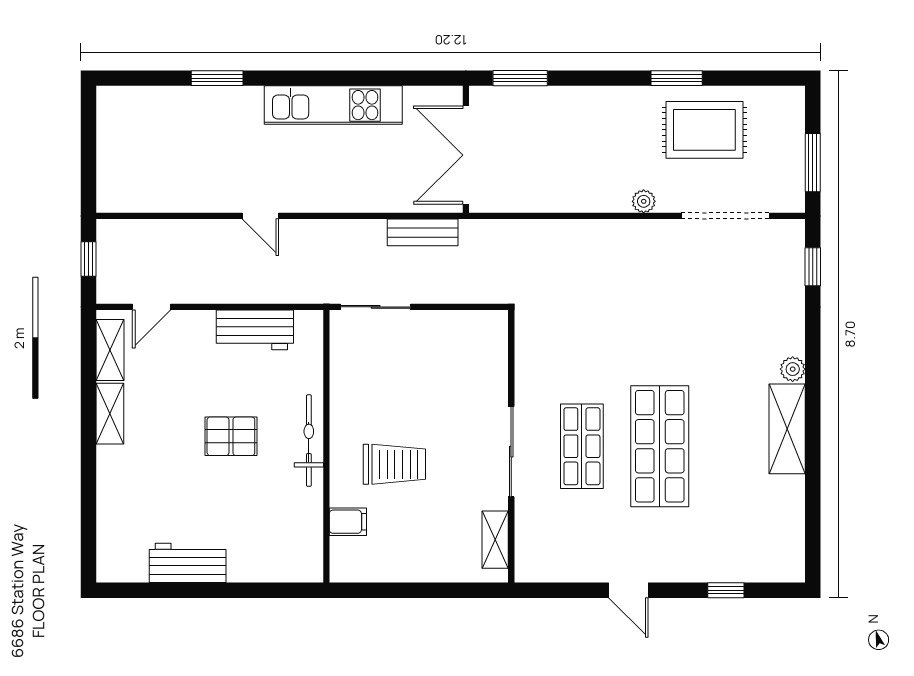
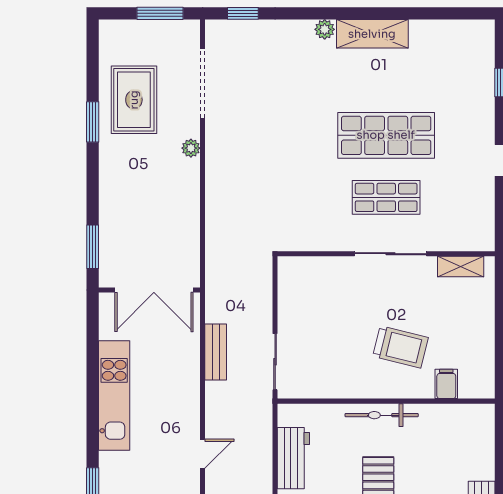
bench: (423, 232) -> (216, 352), moved
trolley: (394, 464) -> (400, 347), turned 104

